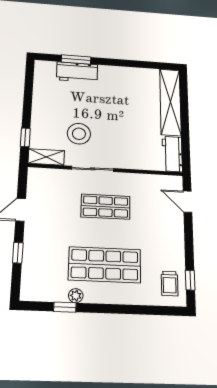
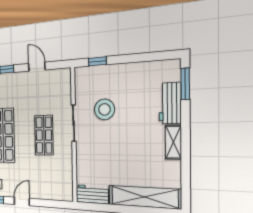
window: (76, 59) -> (185, 84), moved
shelving: (46, 157) -> (173, 142), moved
door: (188, 202) -> (22, 201), moved

